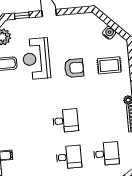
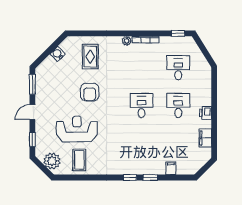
window: (76, 11) -> (32, 84), added
reception desk: (36, 59) -> (77, 129), turned 180
armchair: (74, 68) -> (90, 92), turned 180

